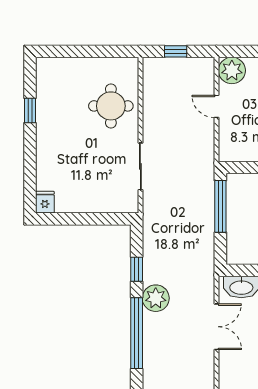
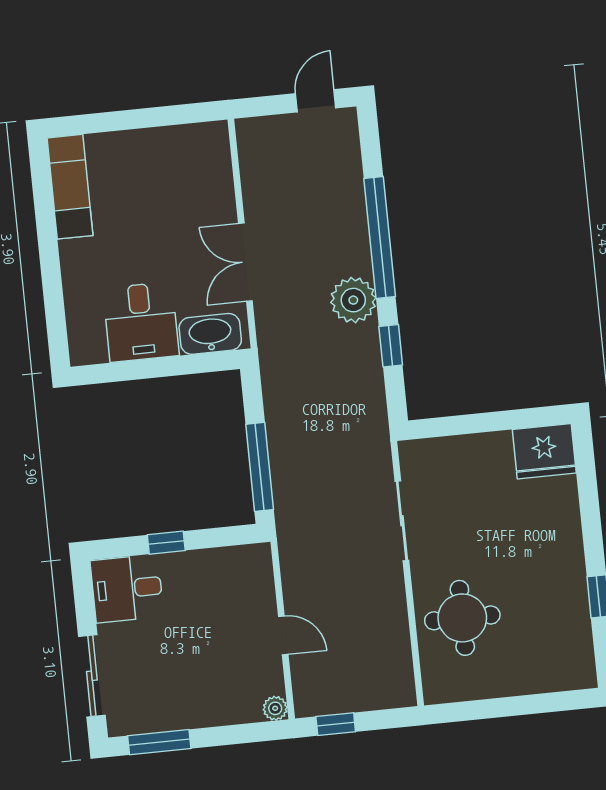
window: (176, 51) -> (336, 724), moved
plant: (232, 70) -> (275, 708), width x0.53, depth x0.53
fridge: (45, 202) -> (544, 451), width x1.88, depth x1.34

